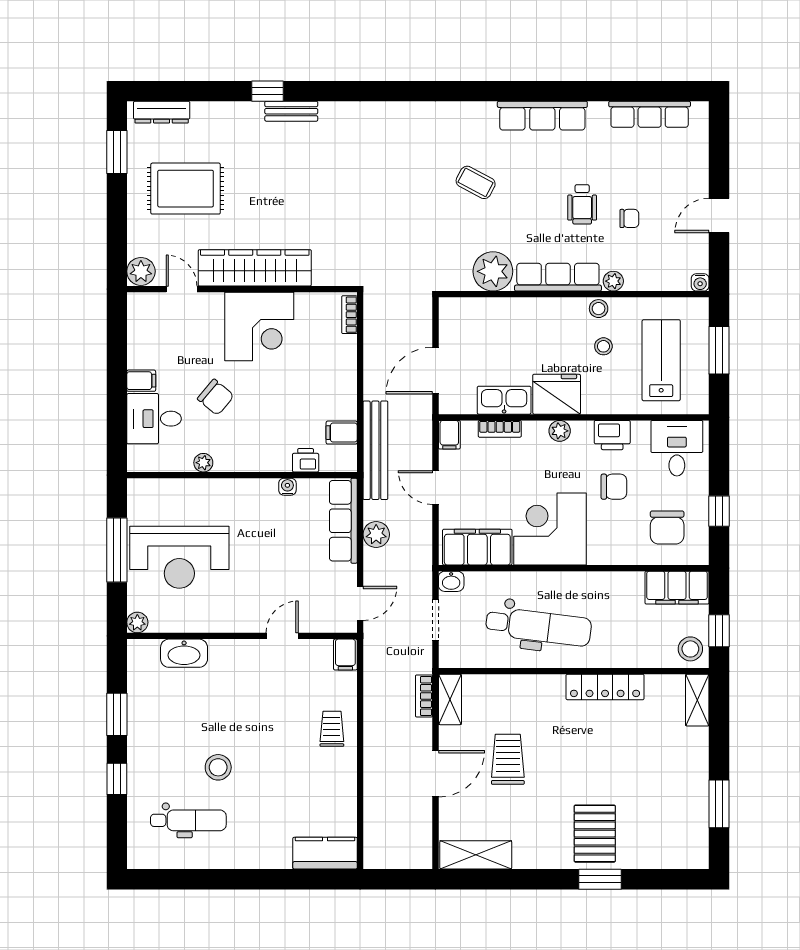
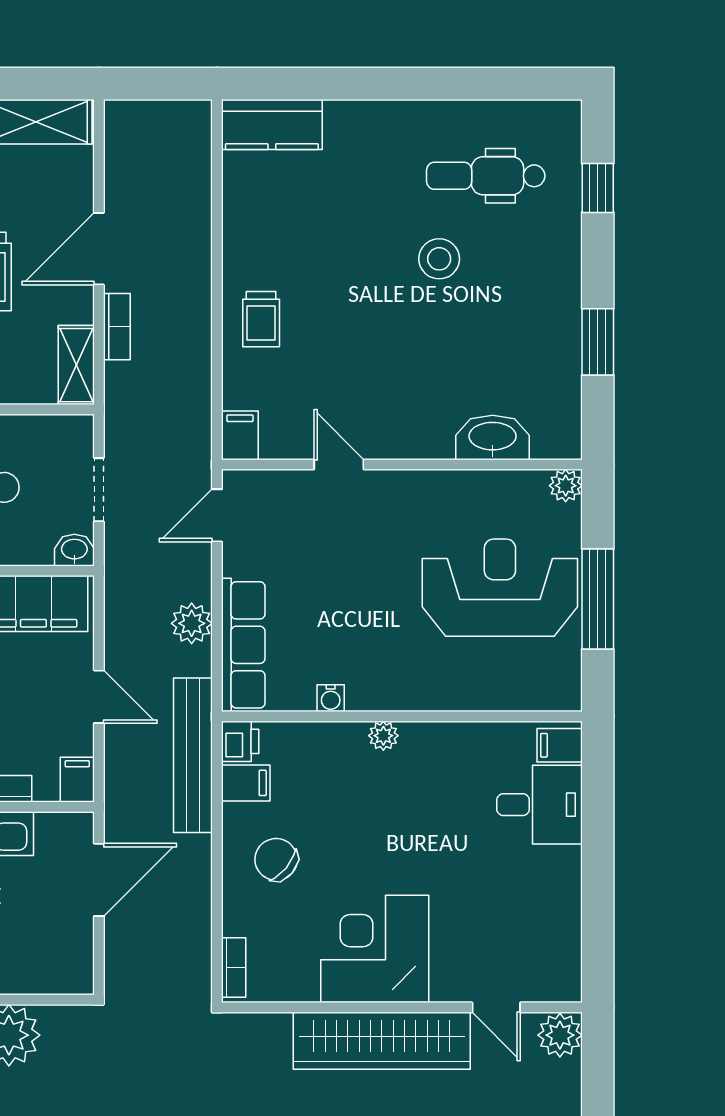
filing cabinet: (141, 381) -> (560, 745), moved
chair: (216, 397) -> (276, 859), moved
printer: (306, 460) -> (240, 741), moved, turned -90
plant: (203, 463) -> (383, 736), moved
door: (282, 636) -> (339, 464), swing flipped
bookcase: (424, 696) -> (117, 327), moved
window: (117, 779) -> (598, 188), moved

